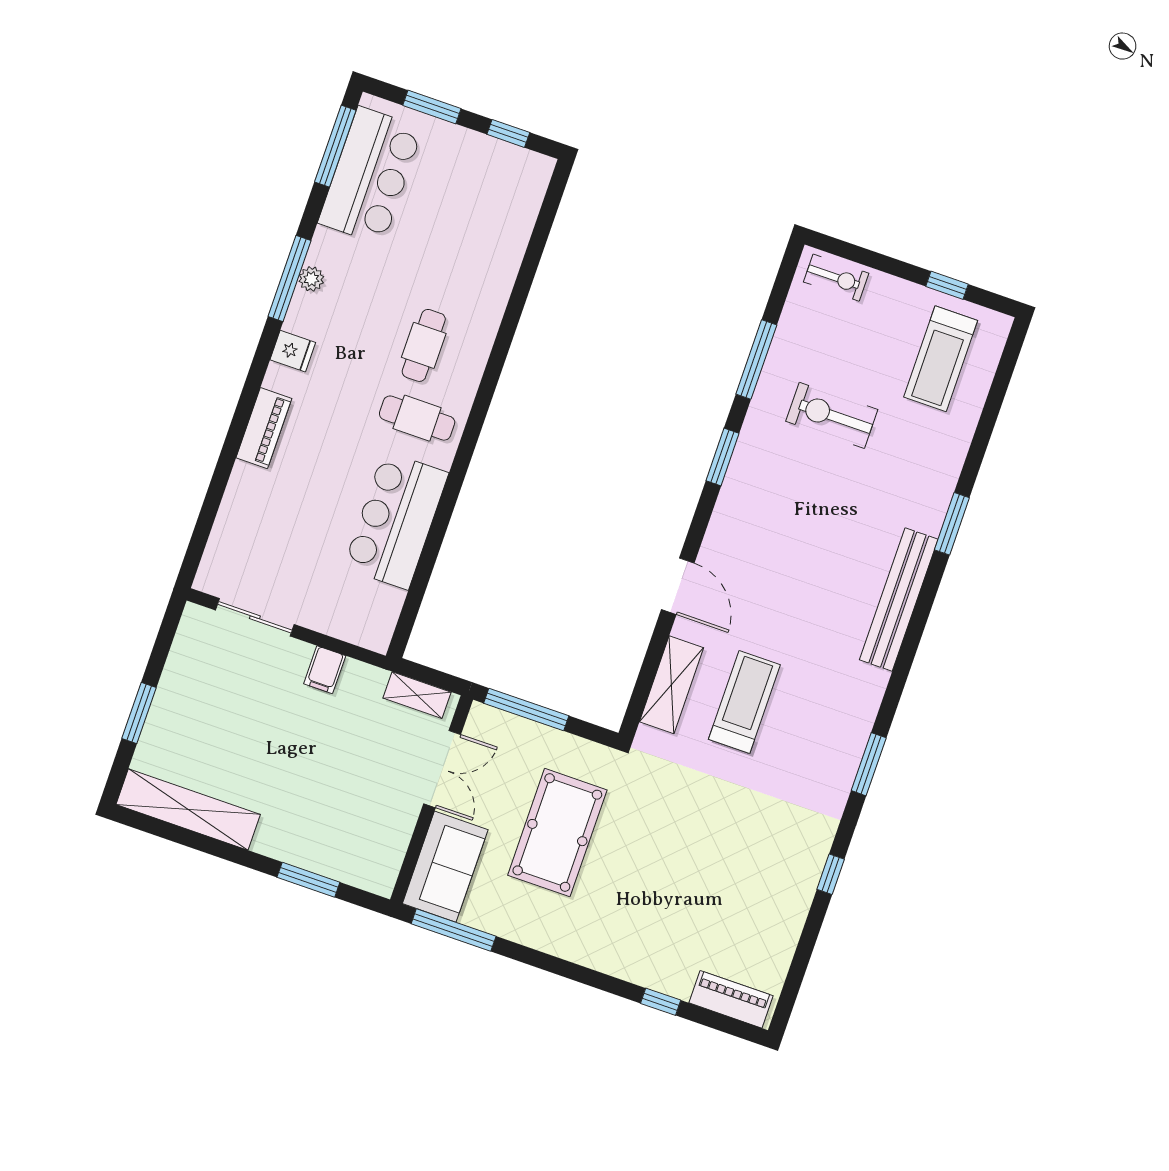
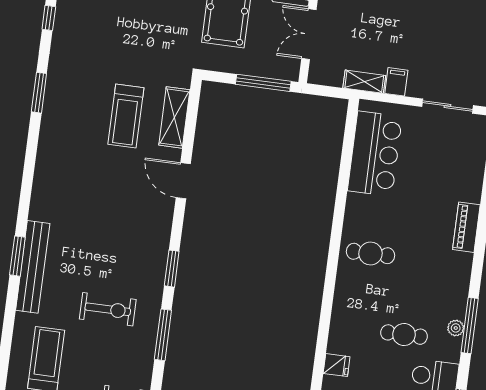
cafe table: (424, 345) -> (404, 335), moved, turned 90
fridge: (293, 351) -> (337, 365), moved, turned 180
bar counter: (396, 520) -> (375, 154), moved
bench: (899, 600) -> (33, 267), moved
shelving: (417, 695) -> (364, 82), moved

